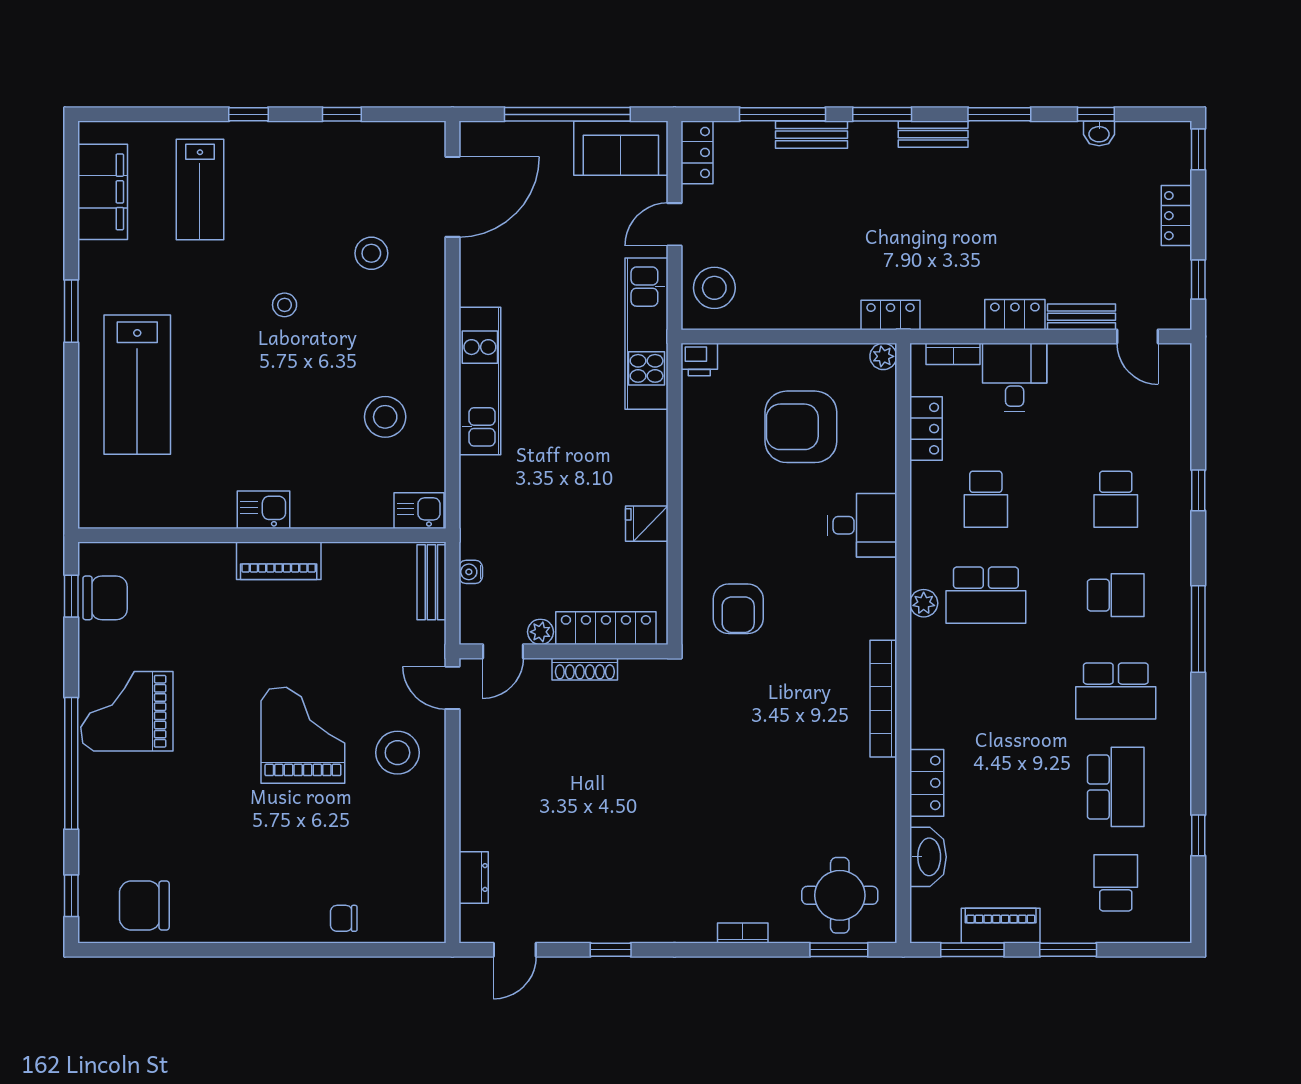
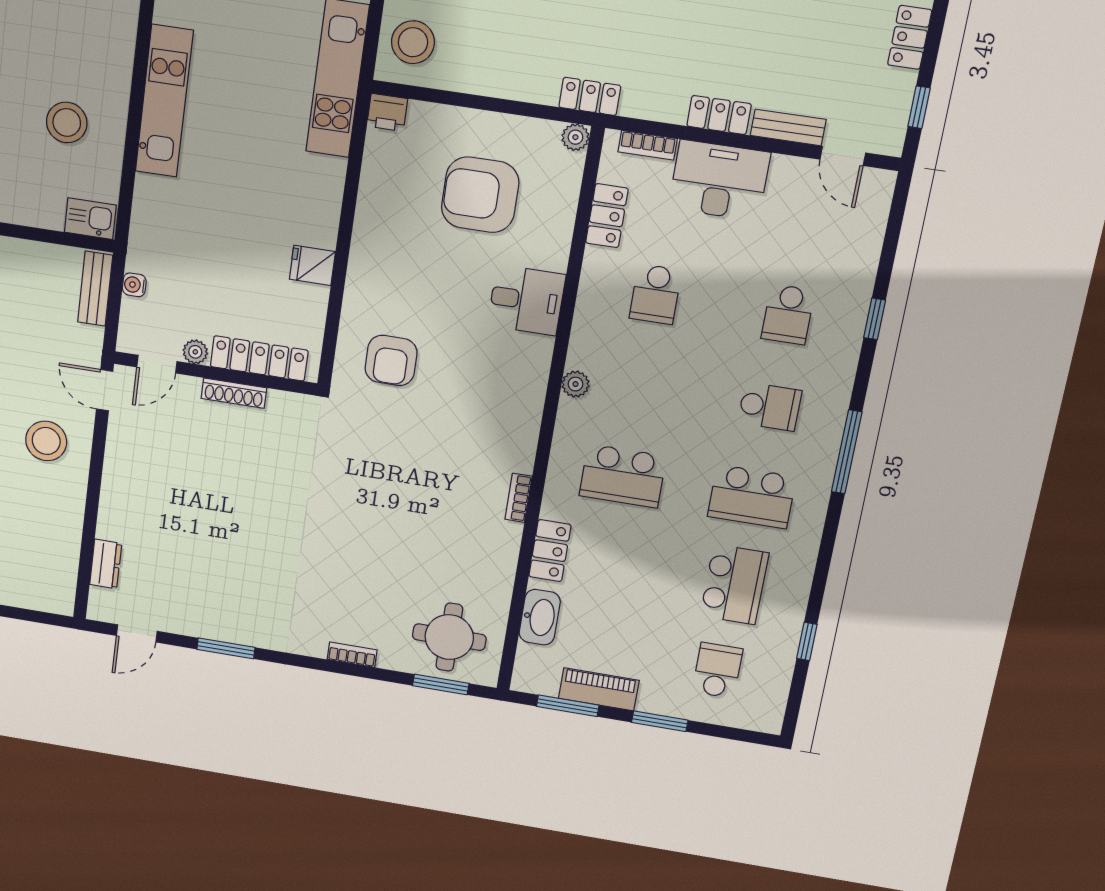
desk: (1015, 378) -> (719, 180), width x1.37
school desk: (986, 595) -> (623, 476), moved
bookcase: (883, 699) -> (518, 498), width x0.43, depth x0.76
window: (611, 950) -> (226, 648), width x1.50

